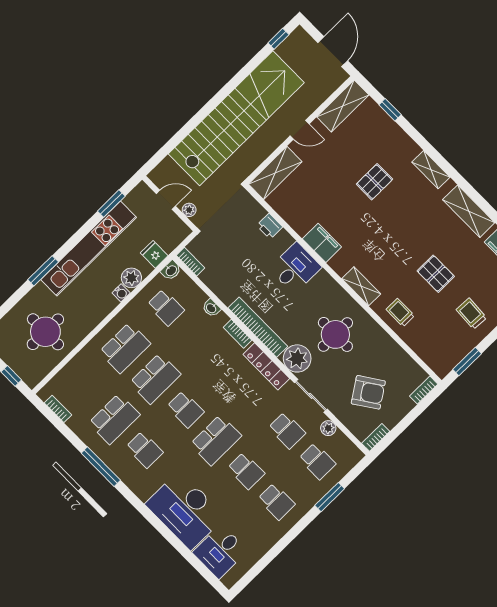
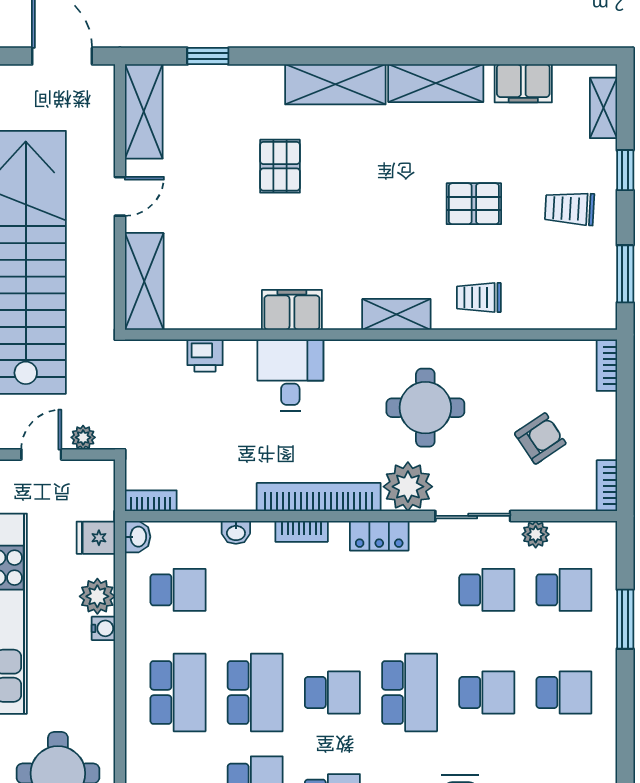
shelving: (431, 170) -> (335, 84), width x1.50, depth x1.33
locker: (266, 366) -> (379, 536), width x0.66
armchair: (368, 392) -> (540, 438), width x0.72, depth x0.72

